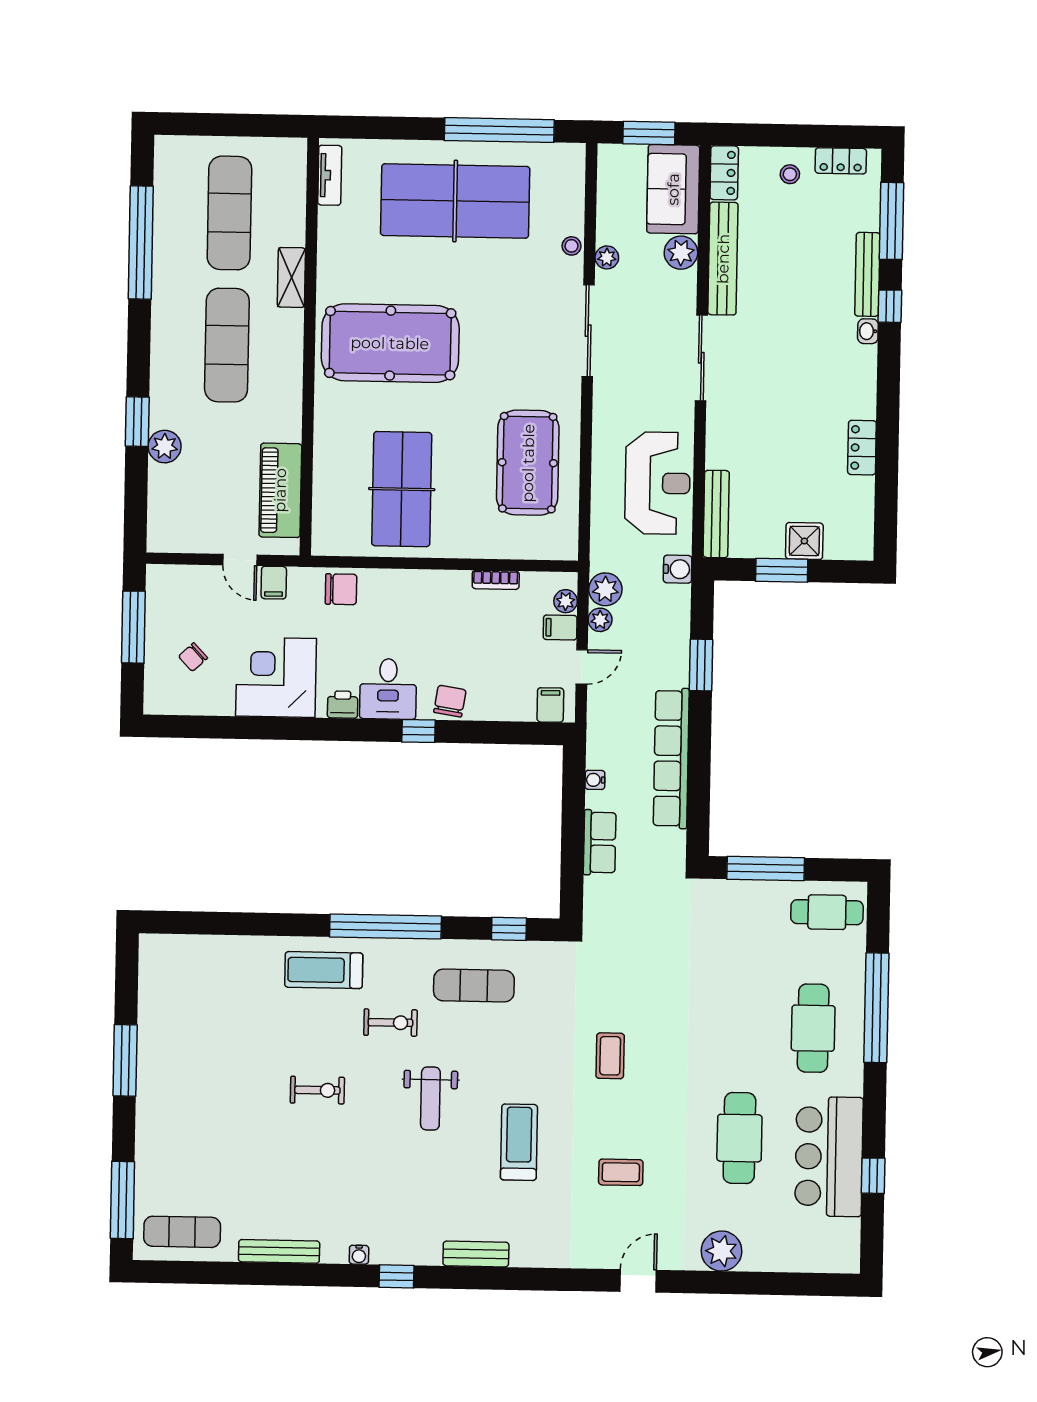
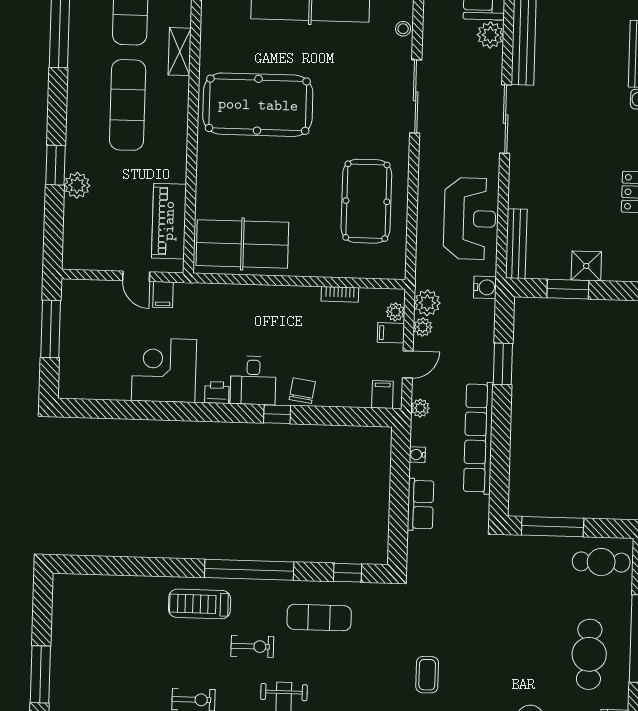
plant: (607, 257) -> (420, 408), moved
table tennis table: (402, 489) -> (242, 244), moved, turned 90
chair: (341, 589) -> (216, 300), removed
chair: (193, 657) -> (98, 353), removed

